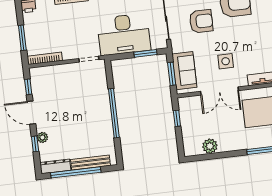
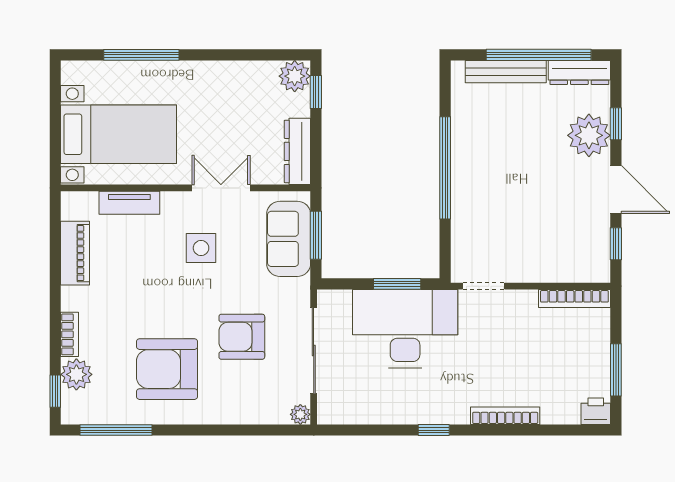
window: (22, 38) -> (616, 370), moved
window: (145, 53) -> (397, 284), moved
double door: (220, 91) -> (221, 188), width x0.73
dresser: (185, 113) -> (297, 151), added
window: (177, 118) -> (316, 92), moved
plant: (42, 137) -> (589, 135), width x1.87, depth x1.87
plant: (210, 146) -> (295, 76), moved

